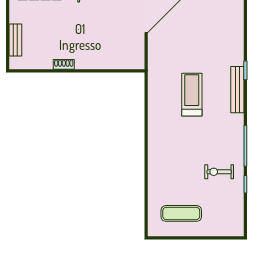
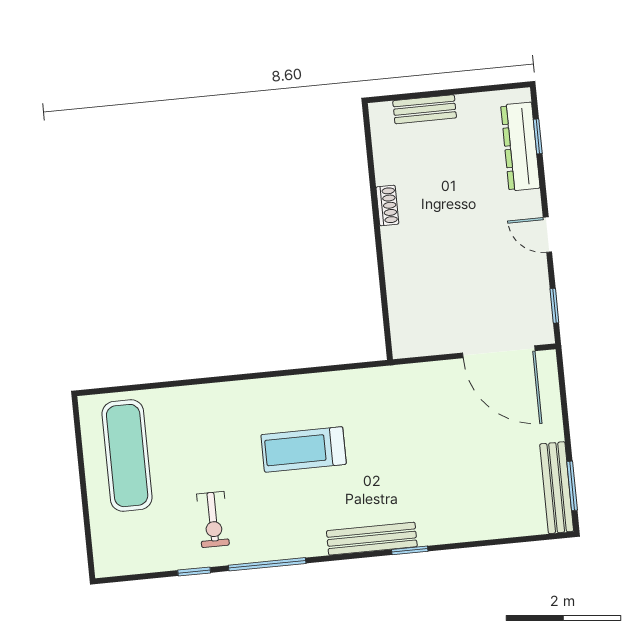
treadmill: (192, 95) -> (304, 449), moved, turned 180
exercise bike: (219, 172) -> (213, 519), turned 180
exercise mat: (181, 213) -> (127, 456), width x1.36, depth x1.45

